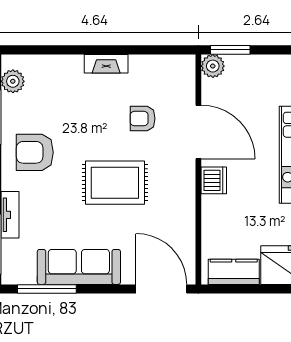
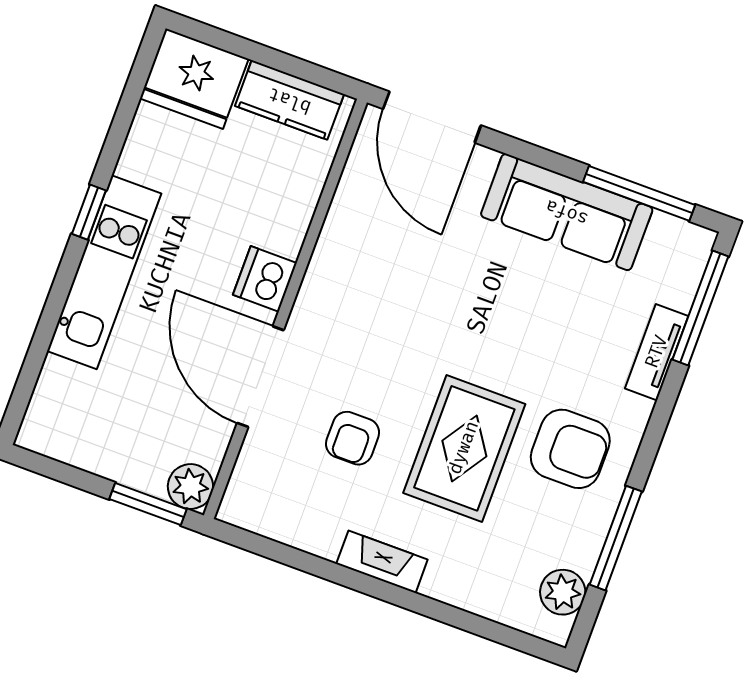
armchair: (143, 119) -> (353, 438), turned 90
rug: (115, 183) -> (464, 448), moved, turned 90

